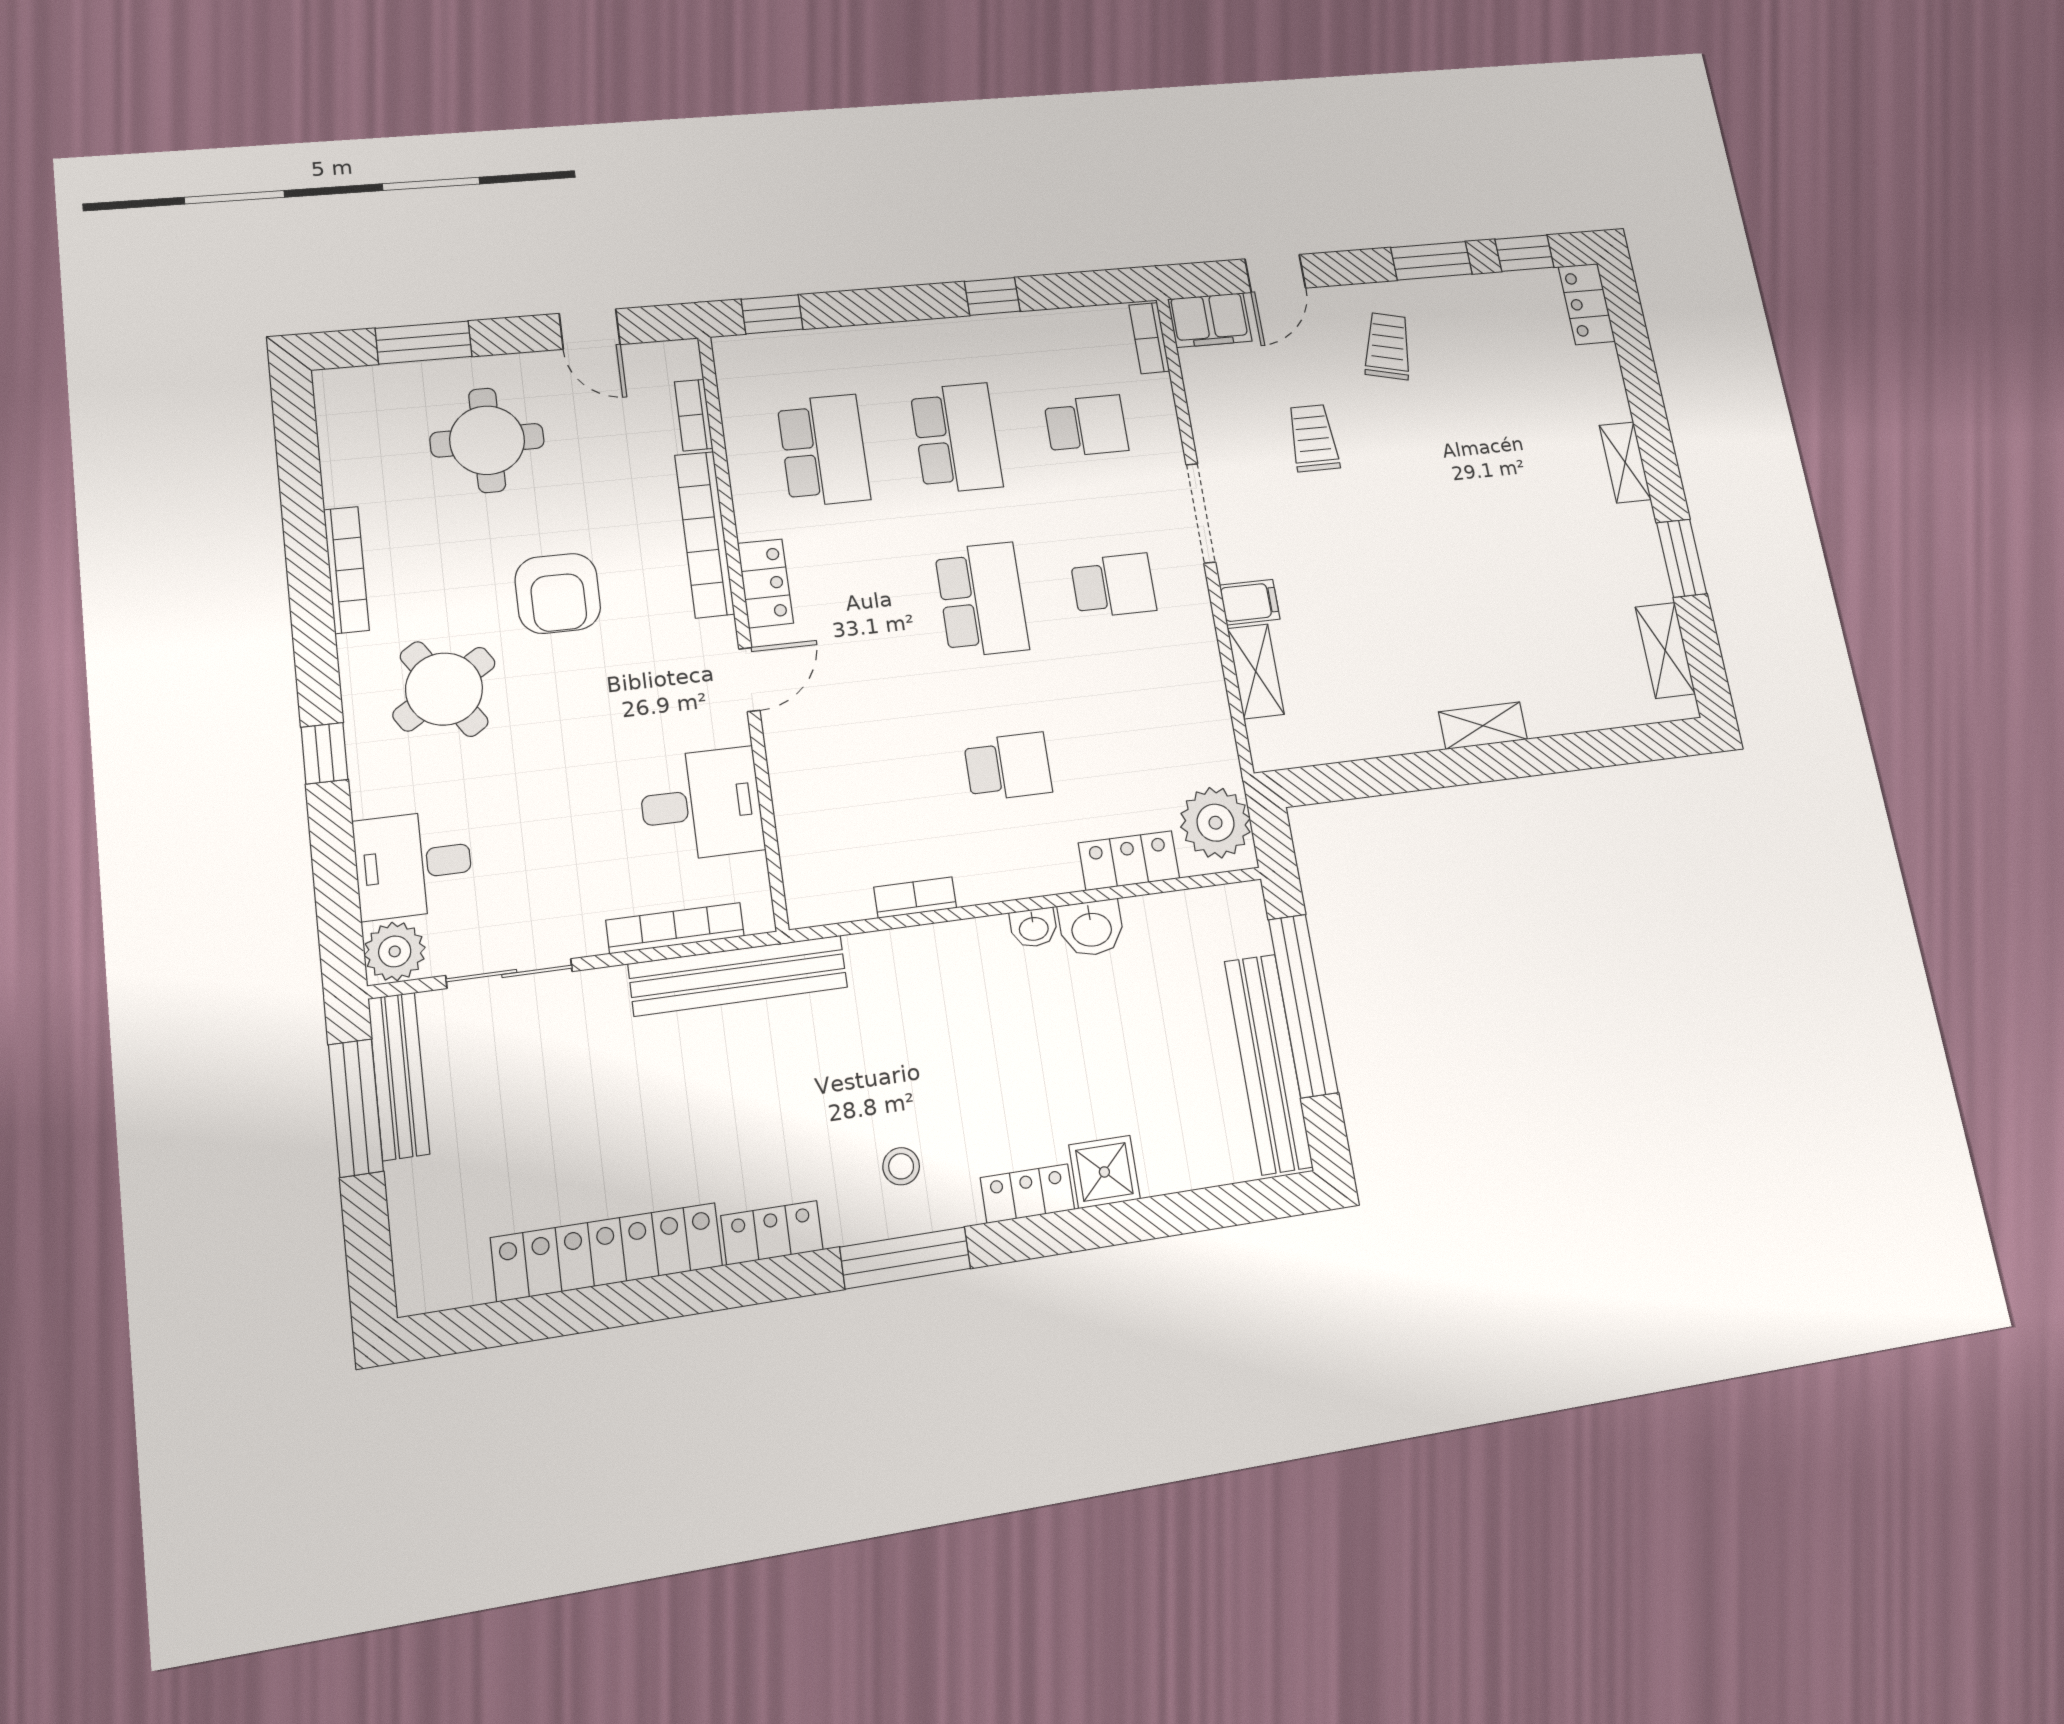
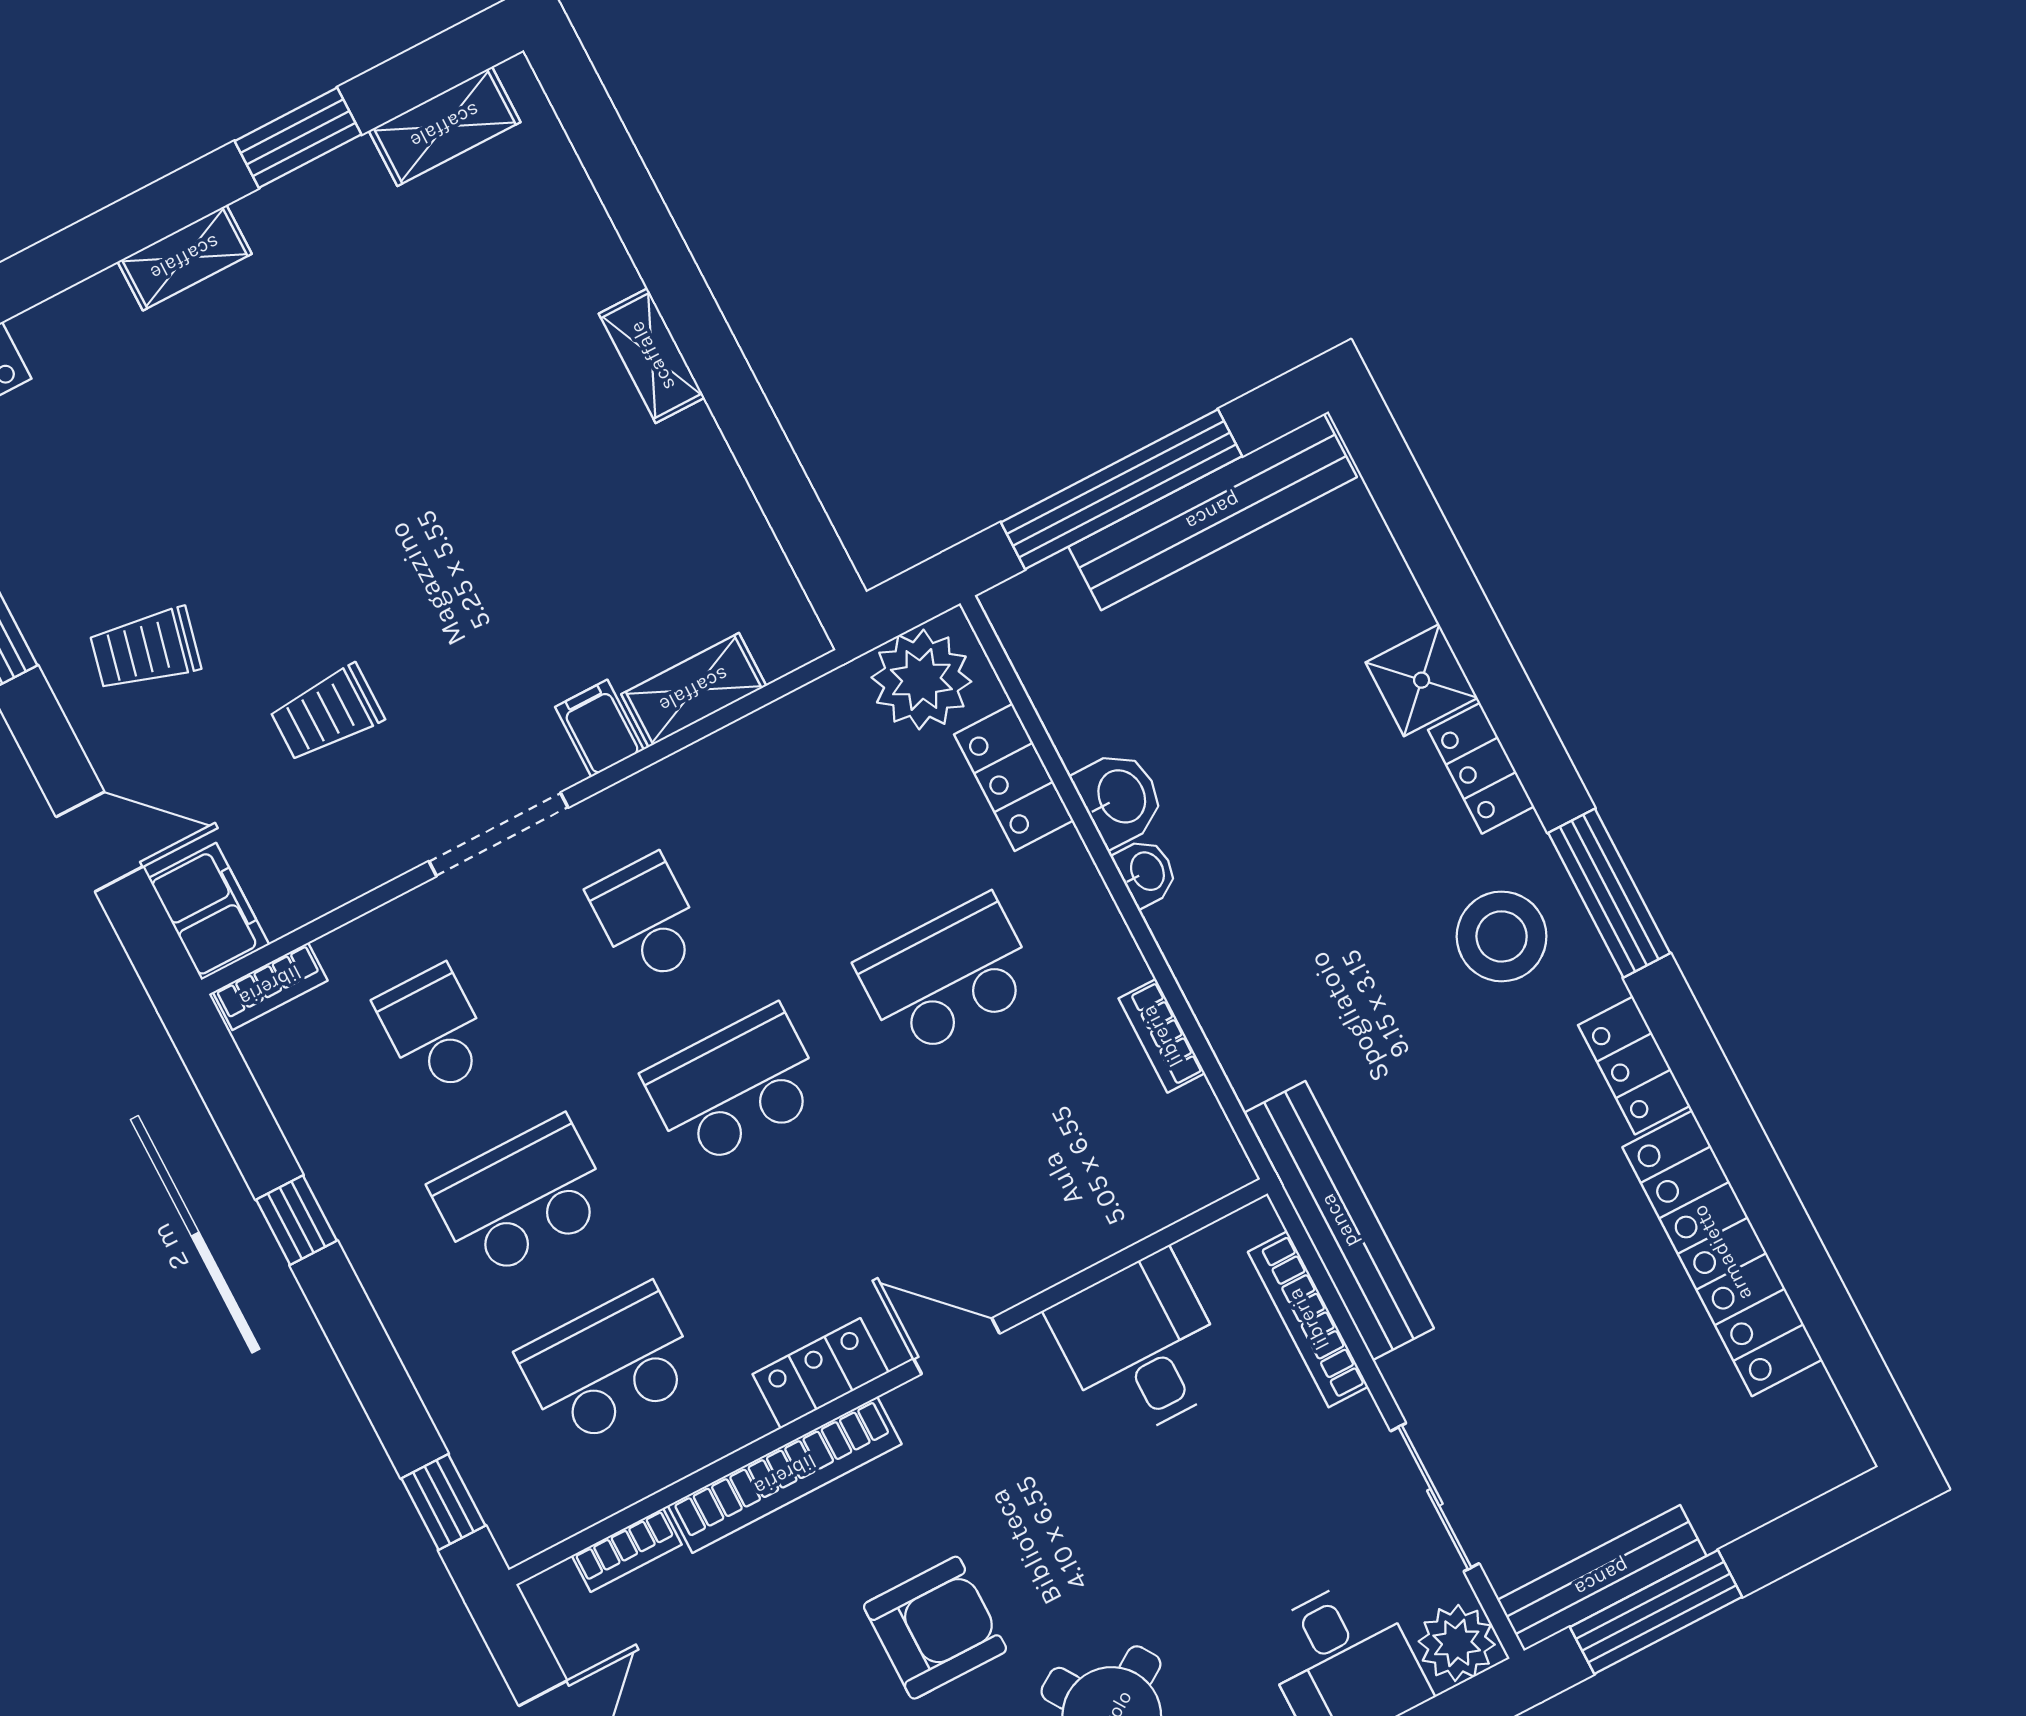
school desk: (1008, 767) -> (948, 976), width x1.85
stool: (901, 1166) -> (1502, 936), width x1.89, depth x1.89

